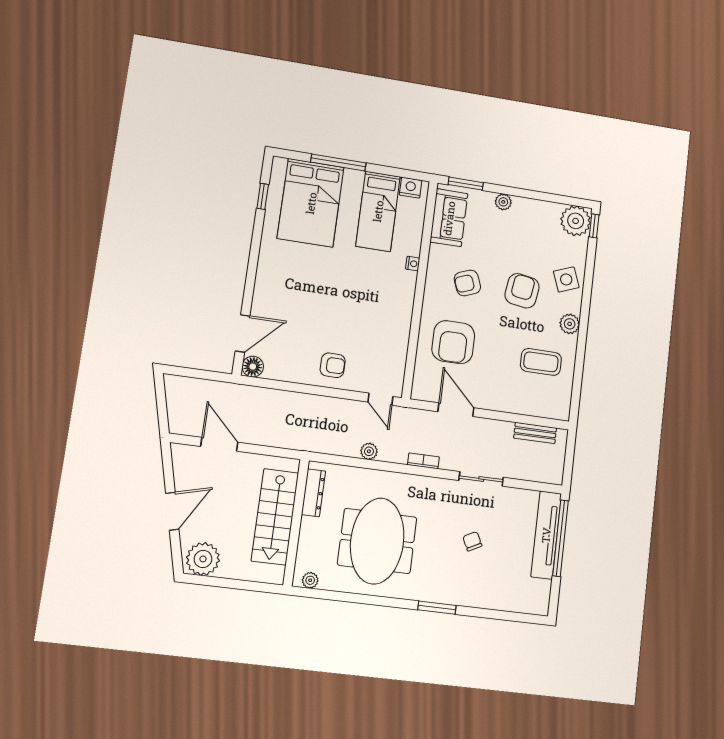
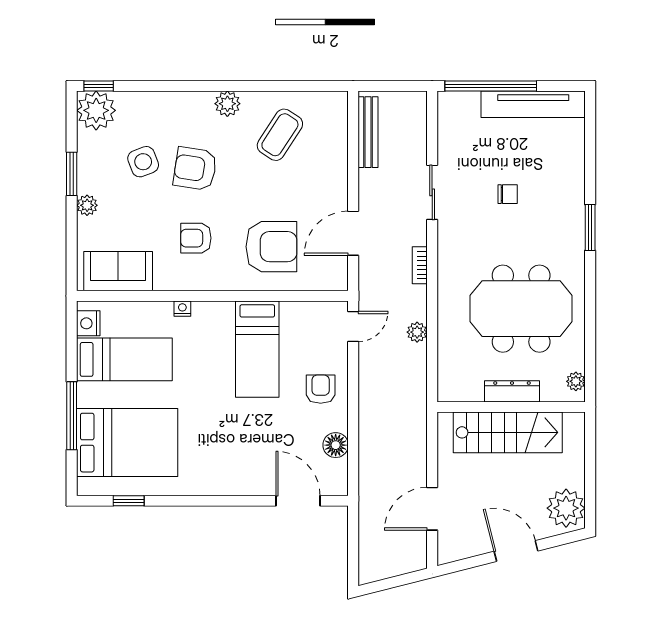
window: (466, 184) -> (72, 174), moved
side table: (566, 279) -> (143, 162), moved
armchair: (467, 283) -> (196, 238), turned 111
bed: (372, 319) -> (257, 349), added
coffee table: (541, 362) -> (280, 135), turned 33
floor lamp: (253, 367) -> (336, 445), moved
bench: (535, 433) -> (368, 132), width x1.36
dresser: (313, 493) -> (512, 391), moved
tv unit: (546, 535) -> (533, 104), moved
chair: (472, 541) -> (508, 194), turned -153

